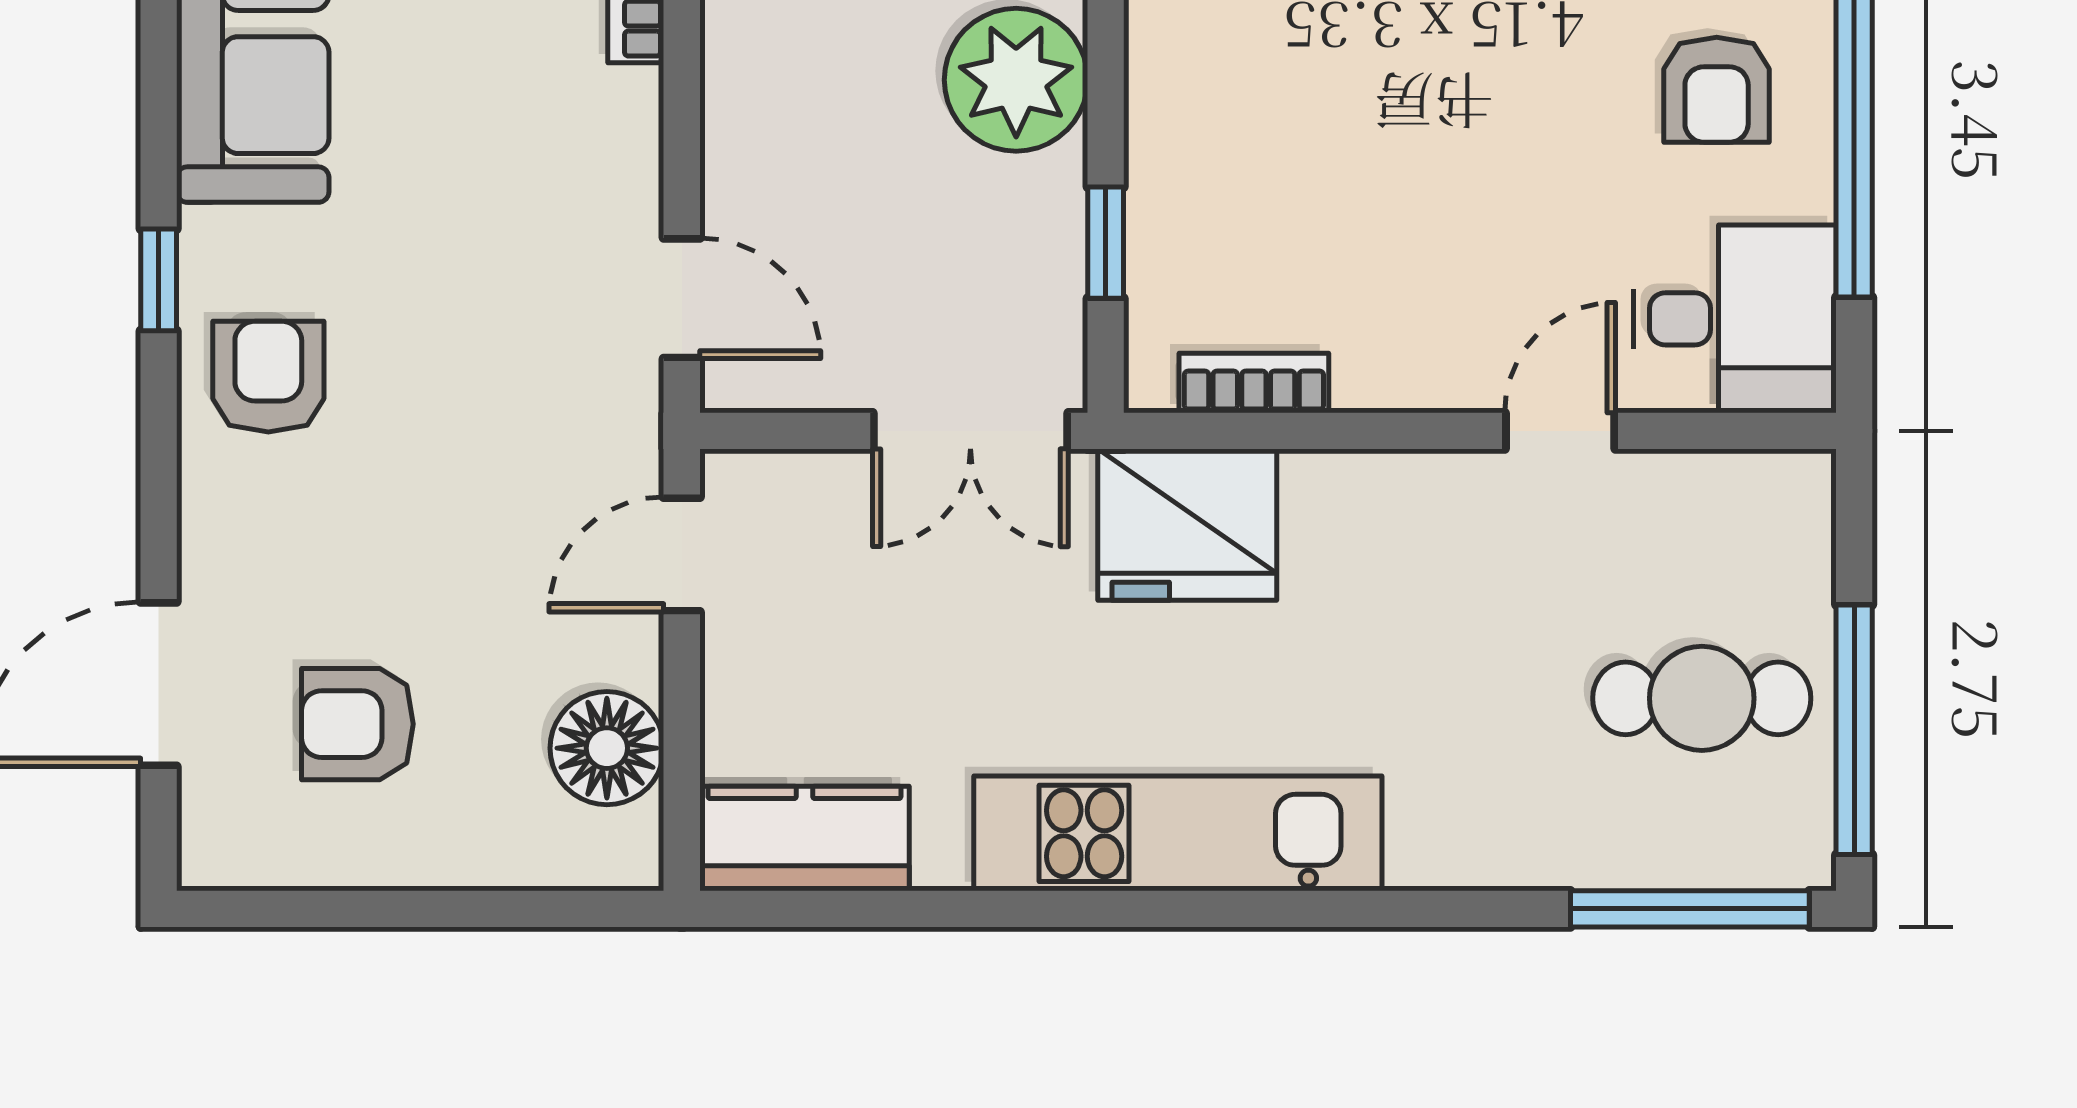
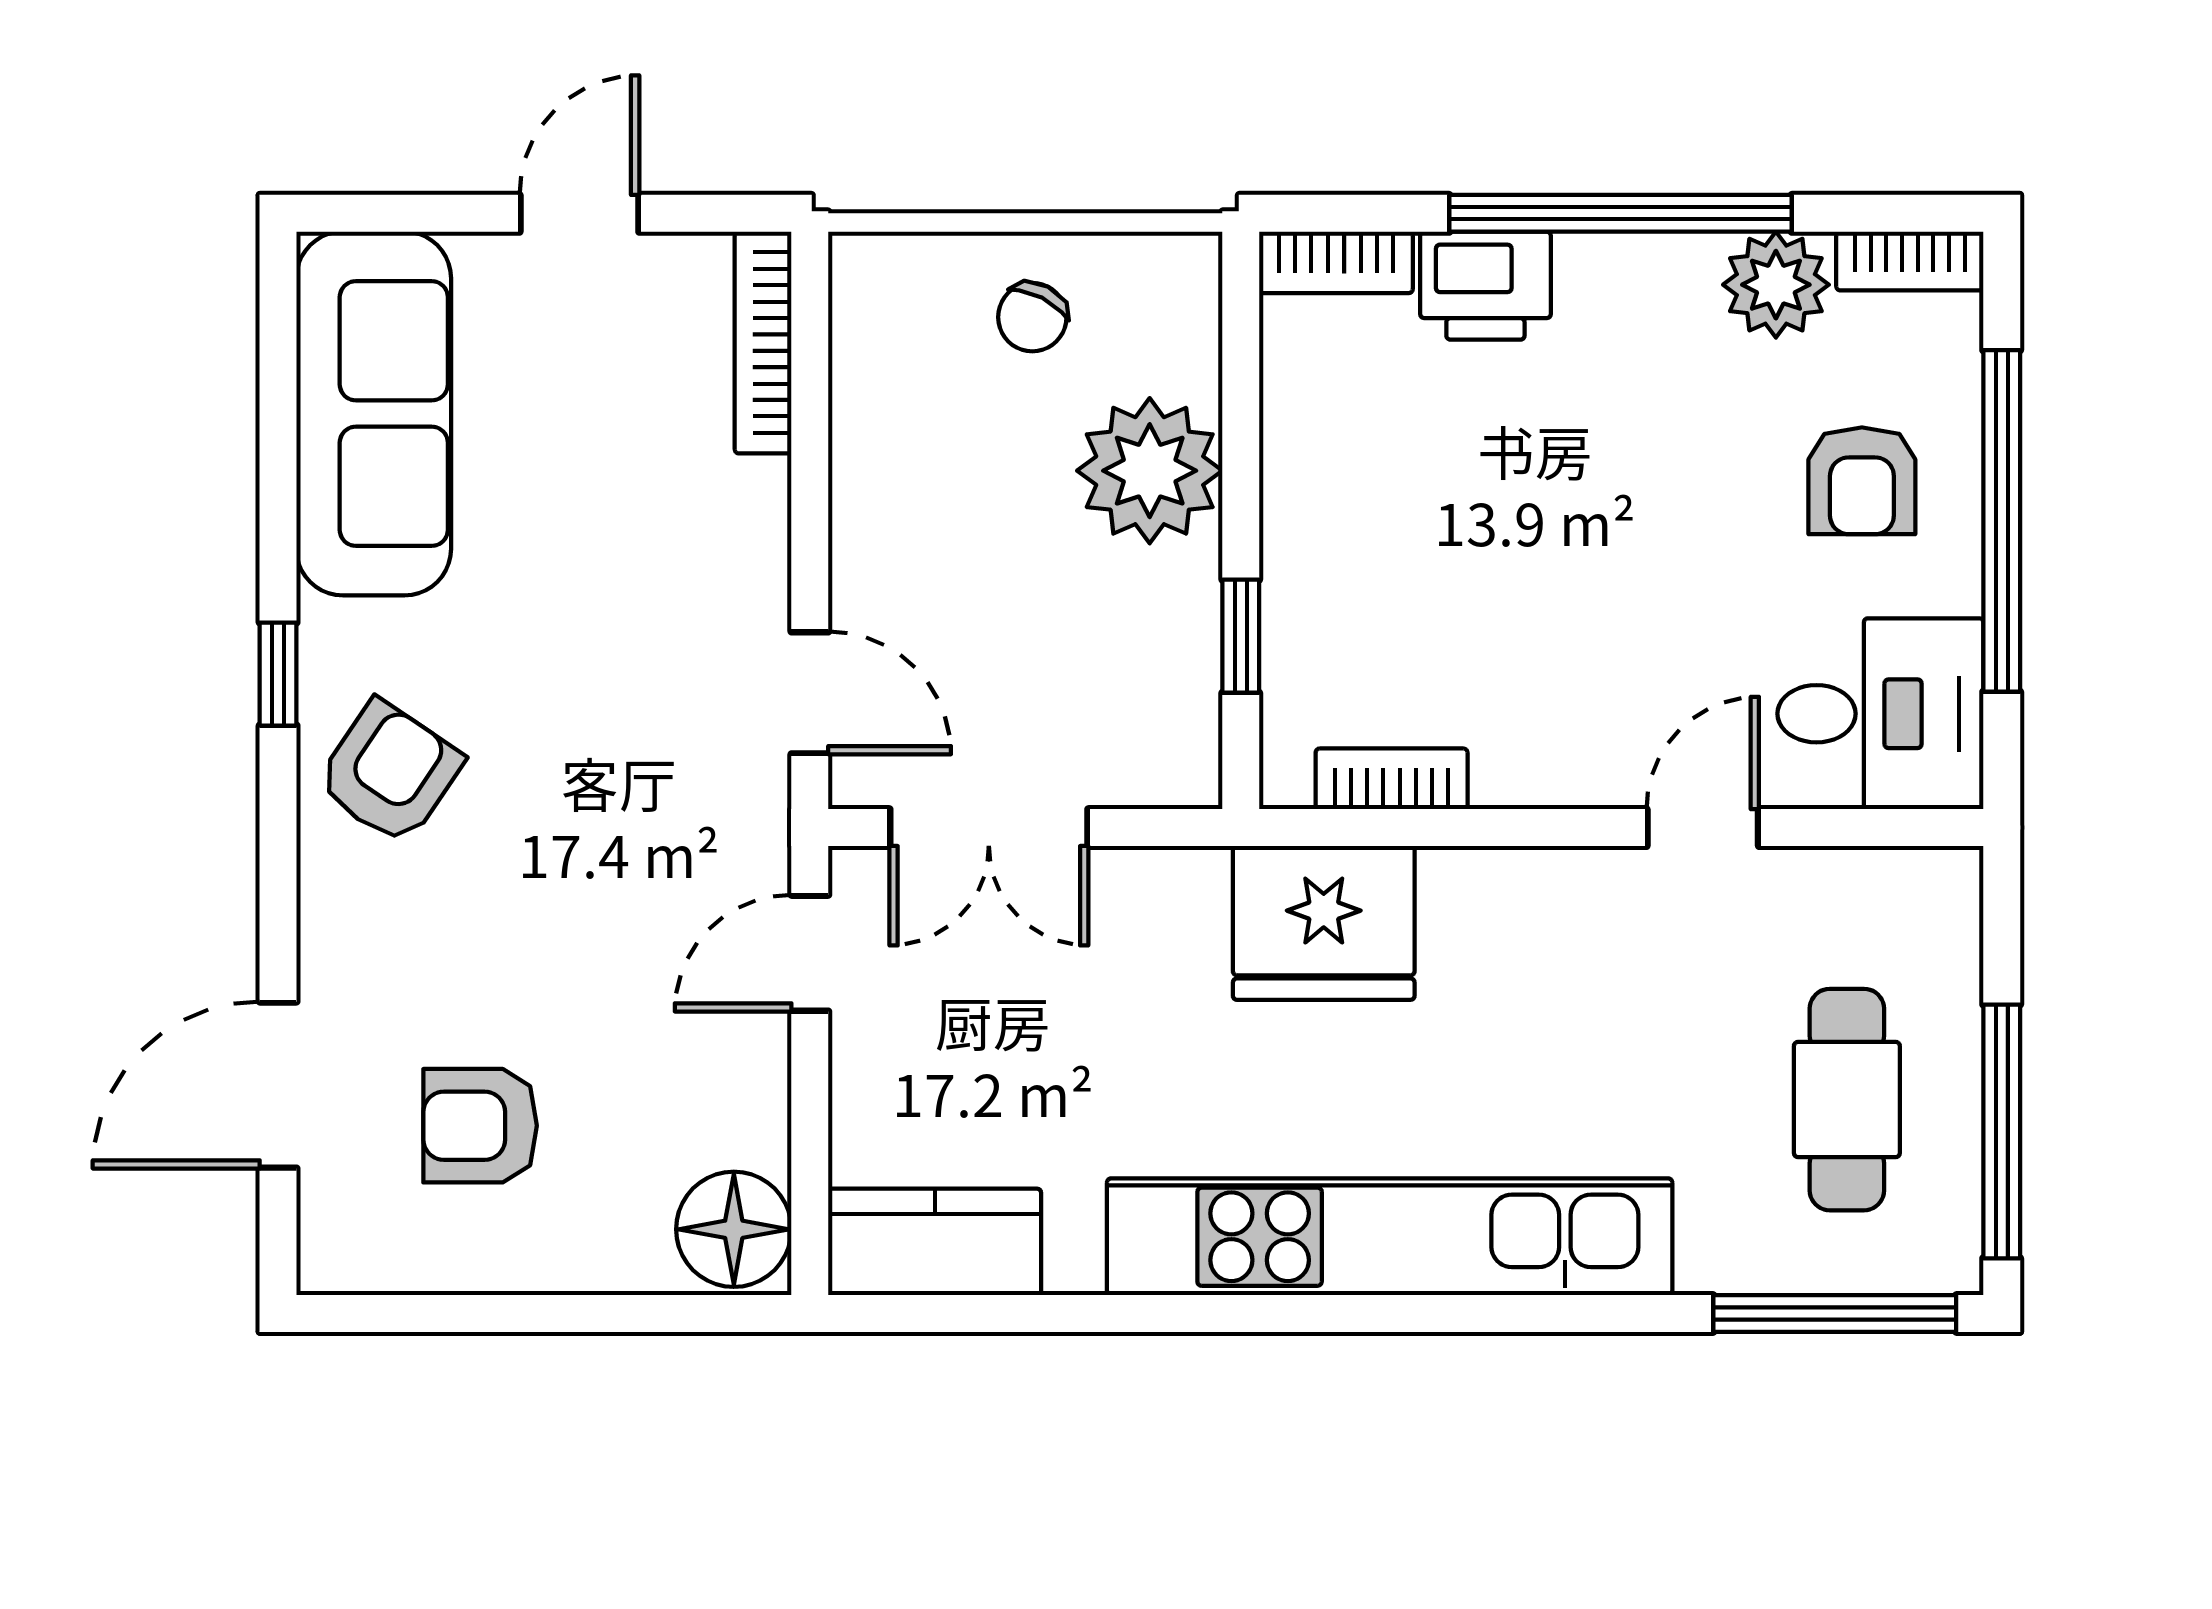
armchair: (268, 377) -> (389, 772), turned 34
double door: (970, 431) -> (989, 828), moved
cafe table: (1702, 698) -> (1847, 1100), turned 90
floor lamp: (607, 748) -> (734, 1229), moved
kitchen unit: (1178, 833) -> (1390, 1237), width x1.36

